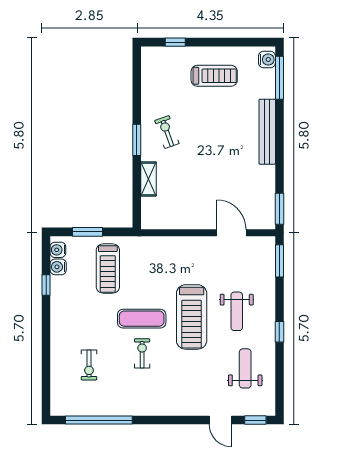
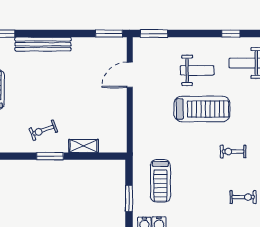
treadmill: (108, 269) -> (160, 181), turned 90
exercise mat: (142, 319) -> (203, 152), removed
window: (279, 332) -> (231, 34), moved

